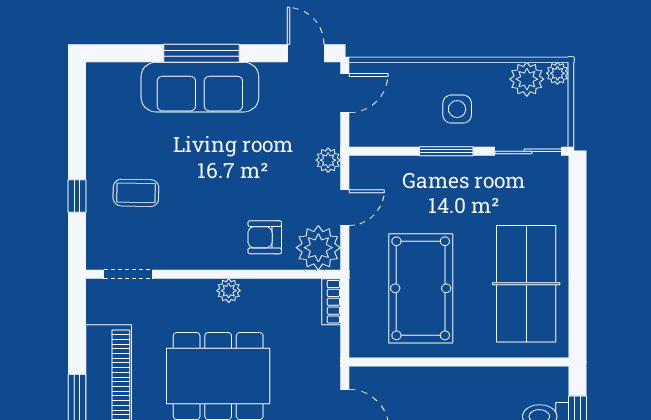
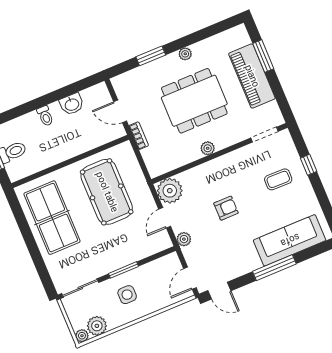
sofa: (200, 87) -> (290, 240), moved
armchair: (265, 237) -> (226, 208), moved
bookcase: (331, 302) -> (139, 136), moved

